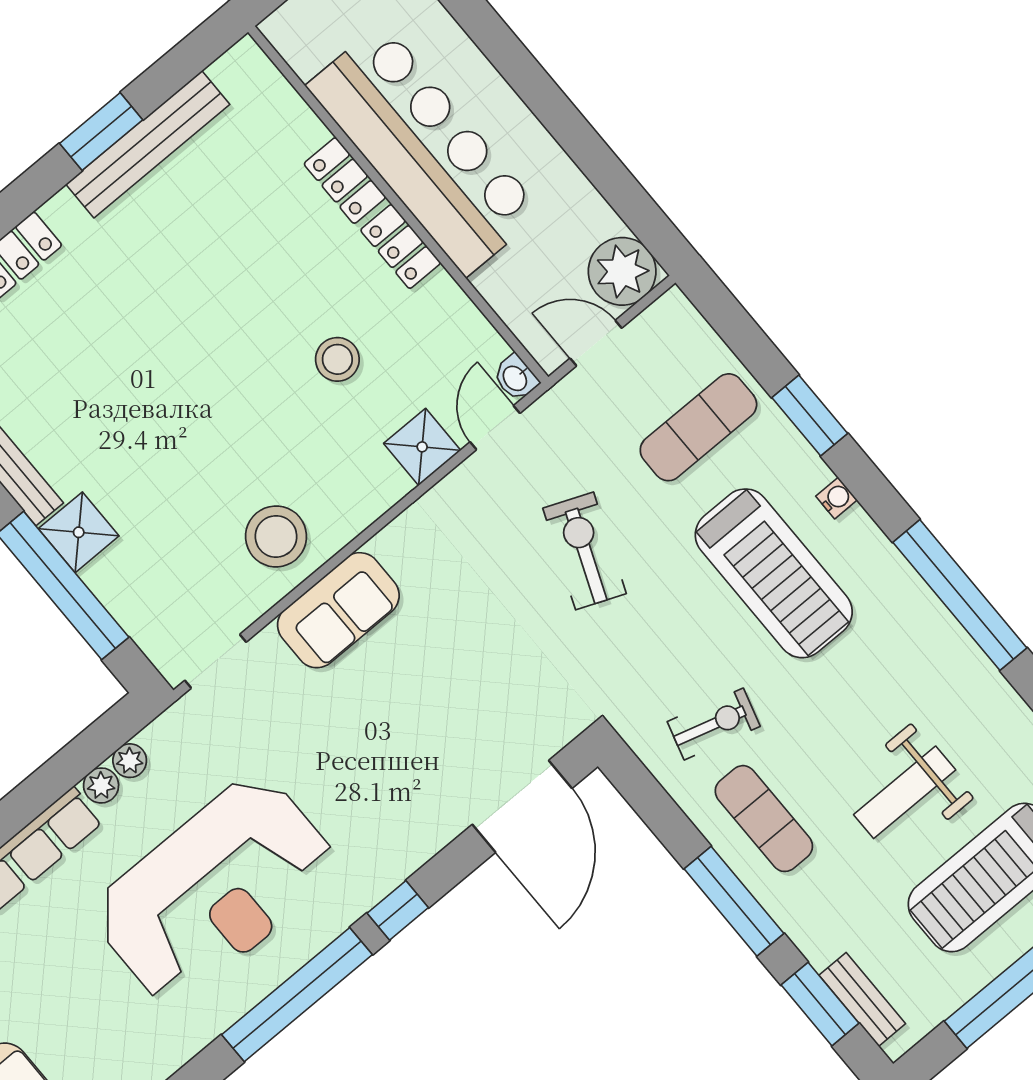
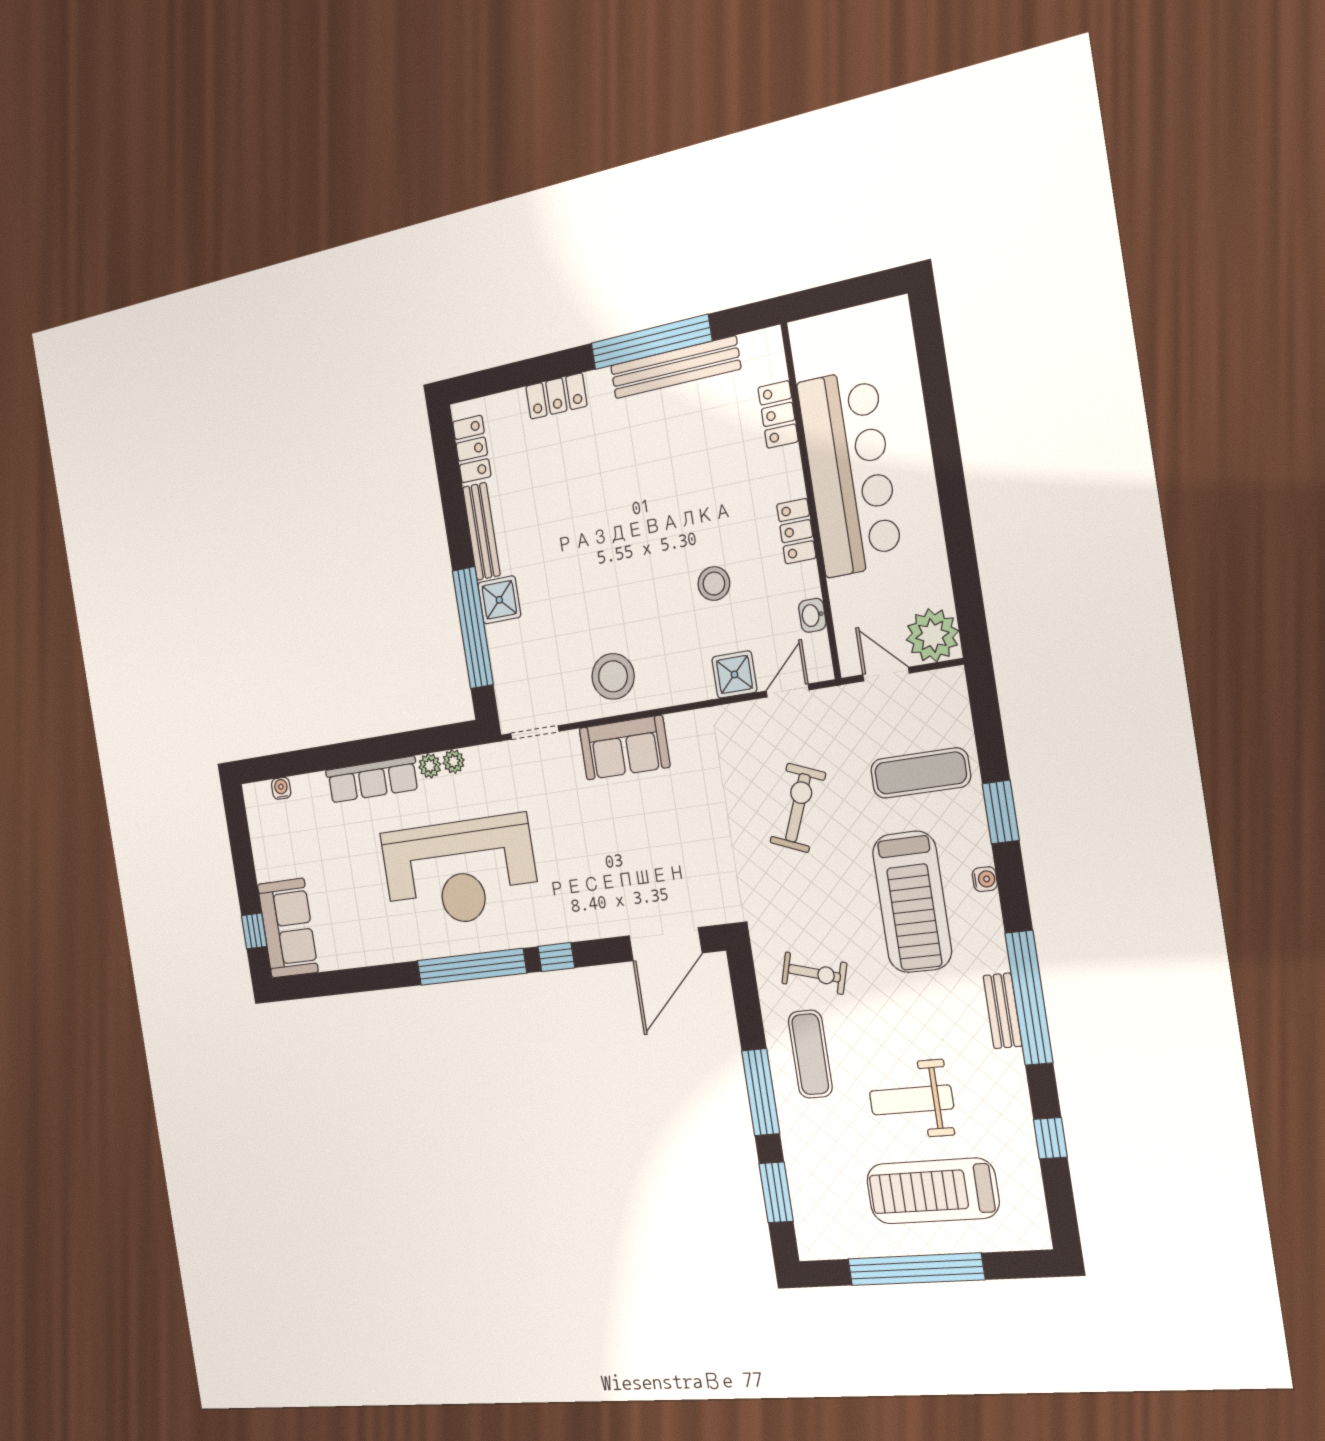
window: (101, 132) -> (651, 342), width x2.11
locker: (345, 181) -> (778, 414), moved
washbasin: (516, 378) -> (812, 615), moved
bench: (862, 999) -> (1002, 1011), moved

